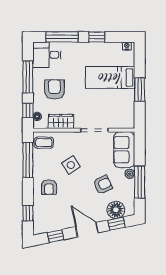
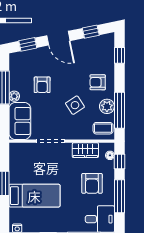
plant: (40, 164) -> (107, 106), added
armchair: (103, 185) -> (42, 85), turned -65
armchair: (49, 187) -> (98, 82), turned -90
floor lamp: (116, 210) -> (28, 59), removed

